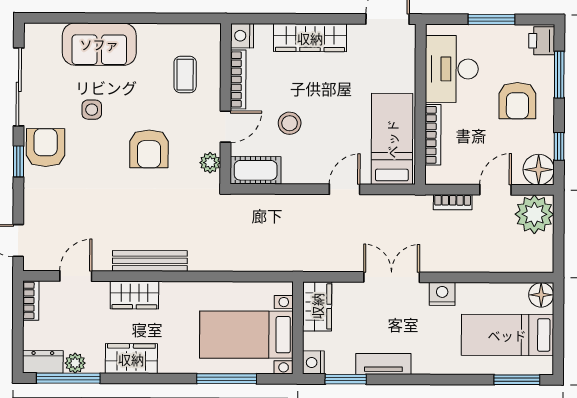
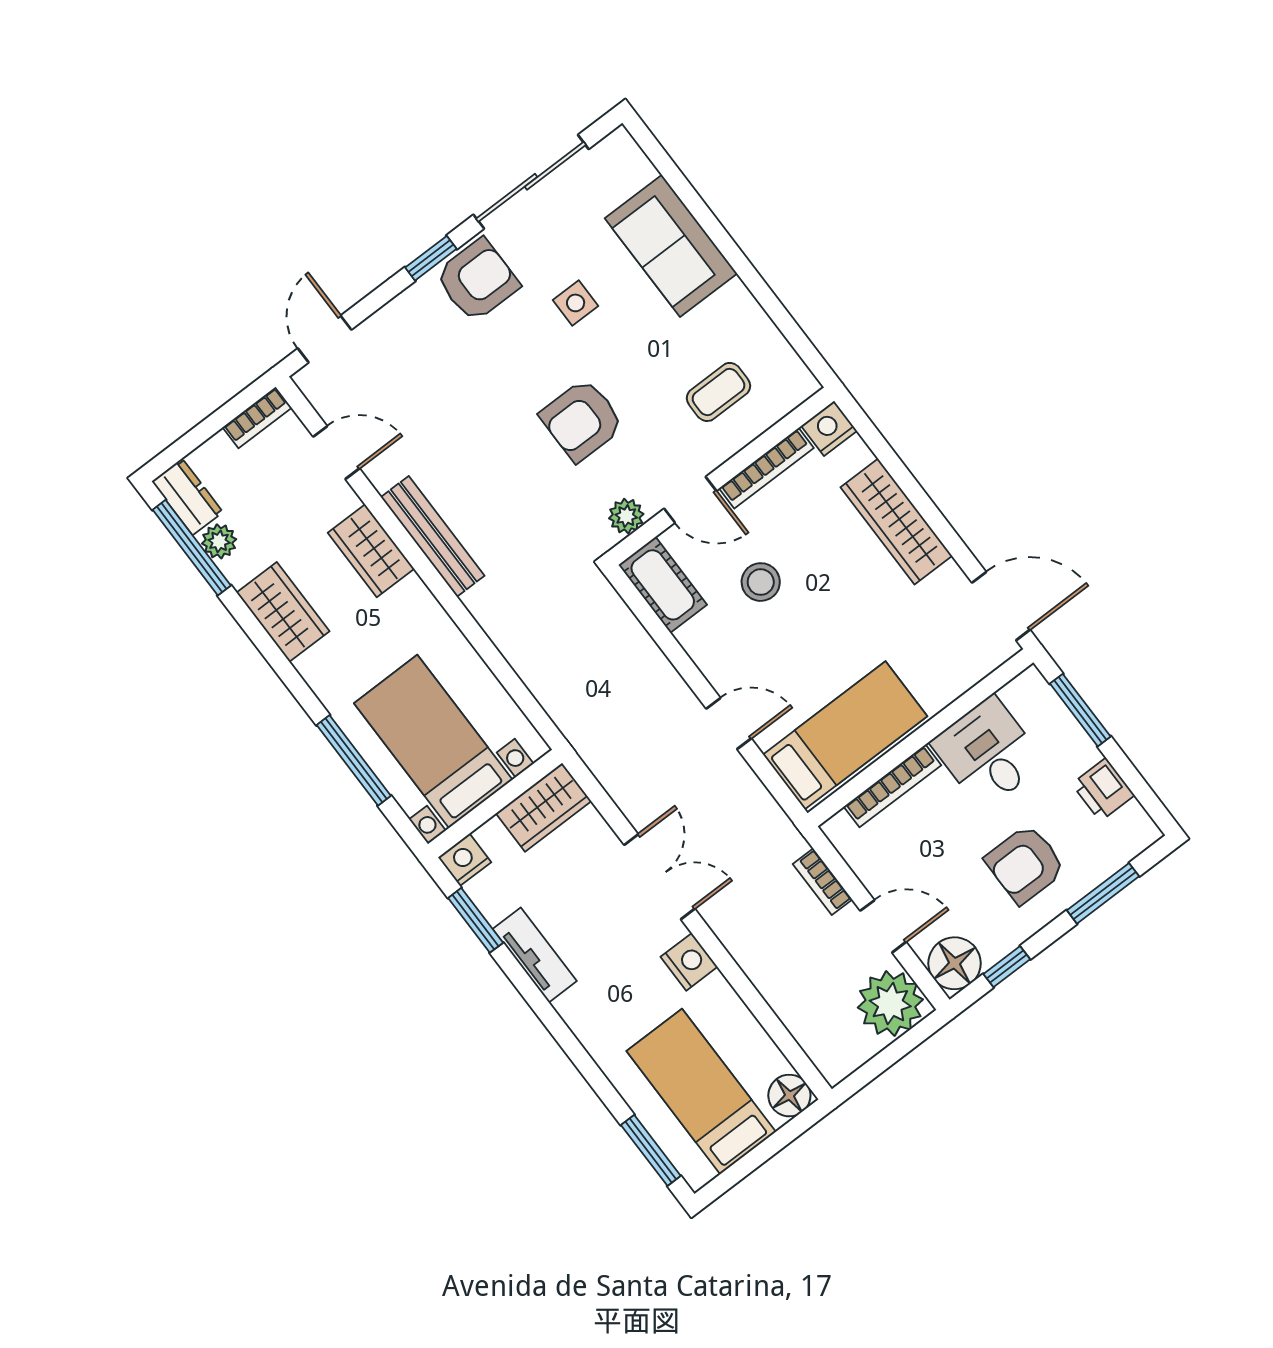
window: (492, 19) -> (1080, 710), moved
printer: (542, 41) -> (1103, 790), moved, turned -90
desk: (452, 69) -> (988, 753), width x0.73

